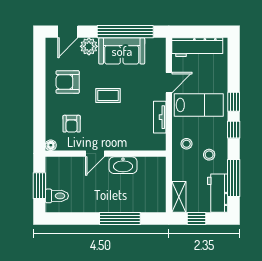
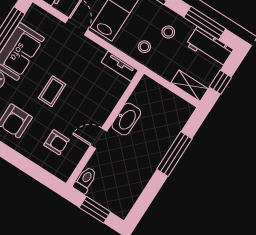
tv unit: (160, 117) -> (120, 66), moved
floor lamp: (51, 145) -> (64, 175), removed
door: (95, 154) -> (99, 138), swing flipped
toilet: (57, 196) -> (85, 180), moved

